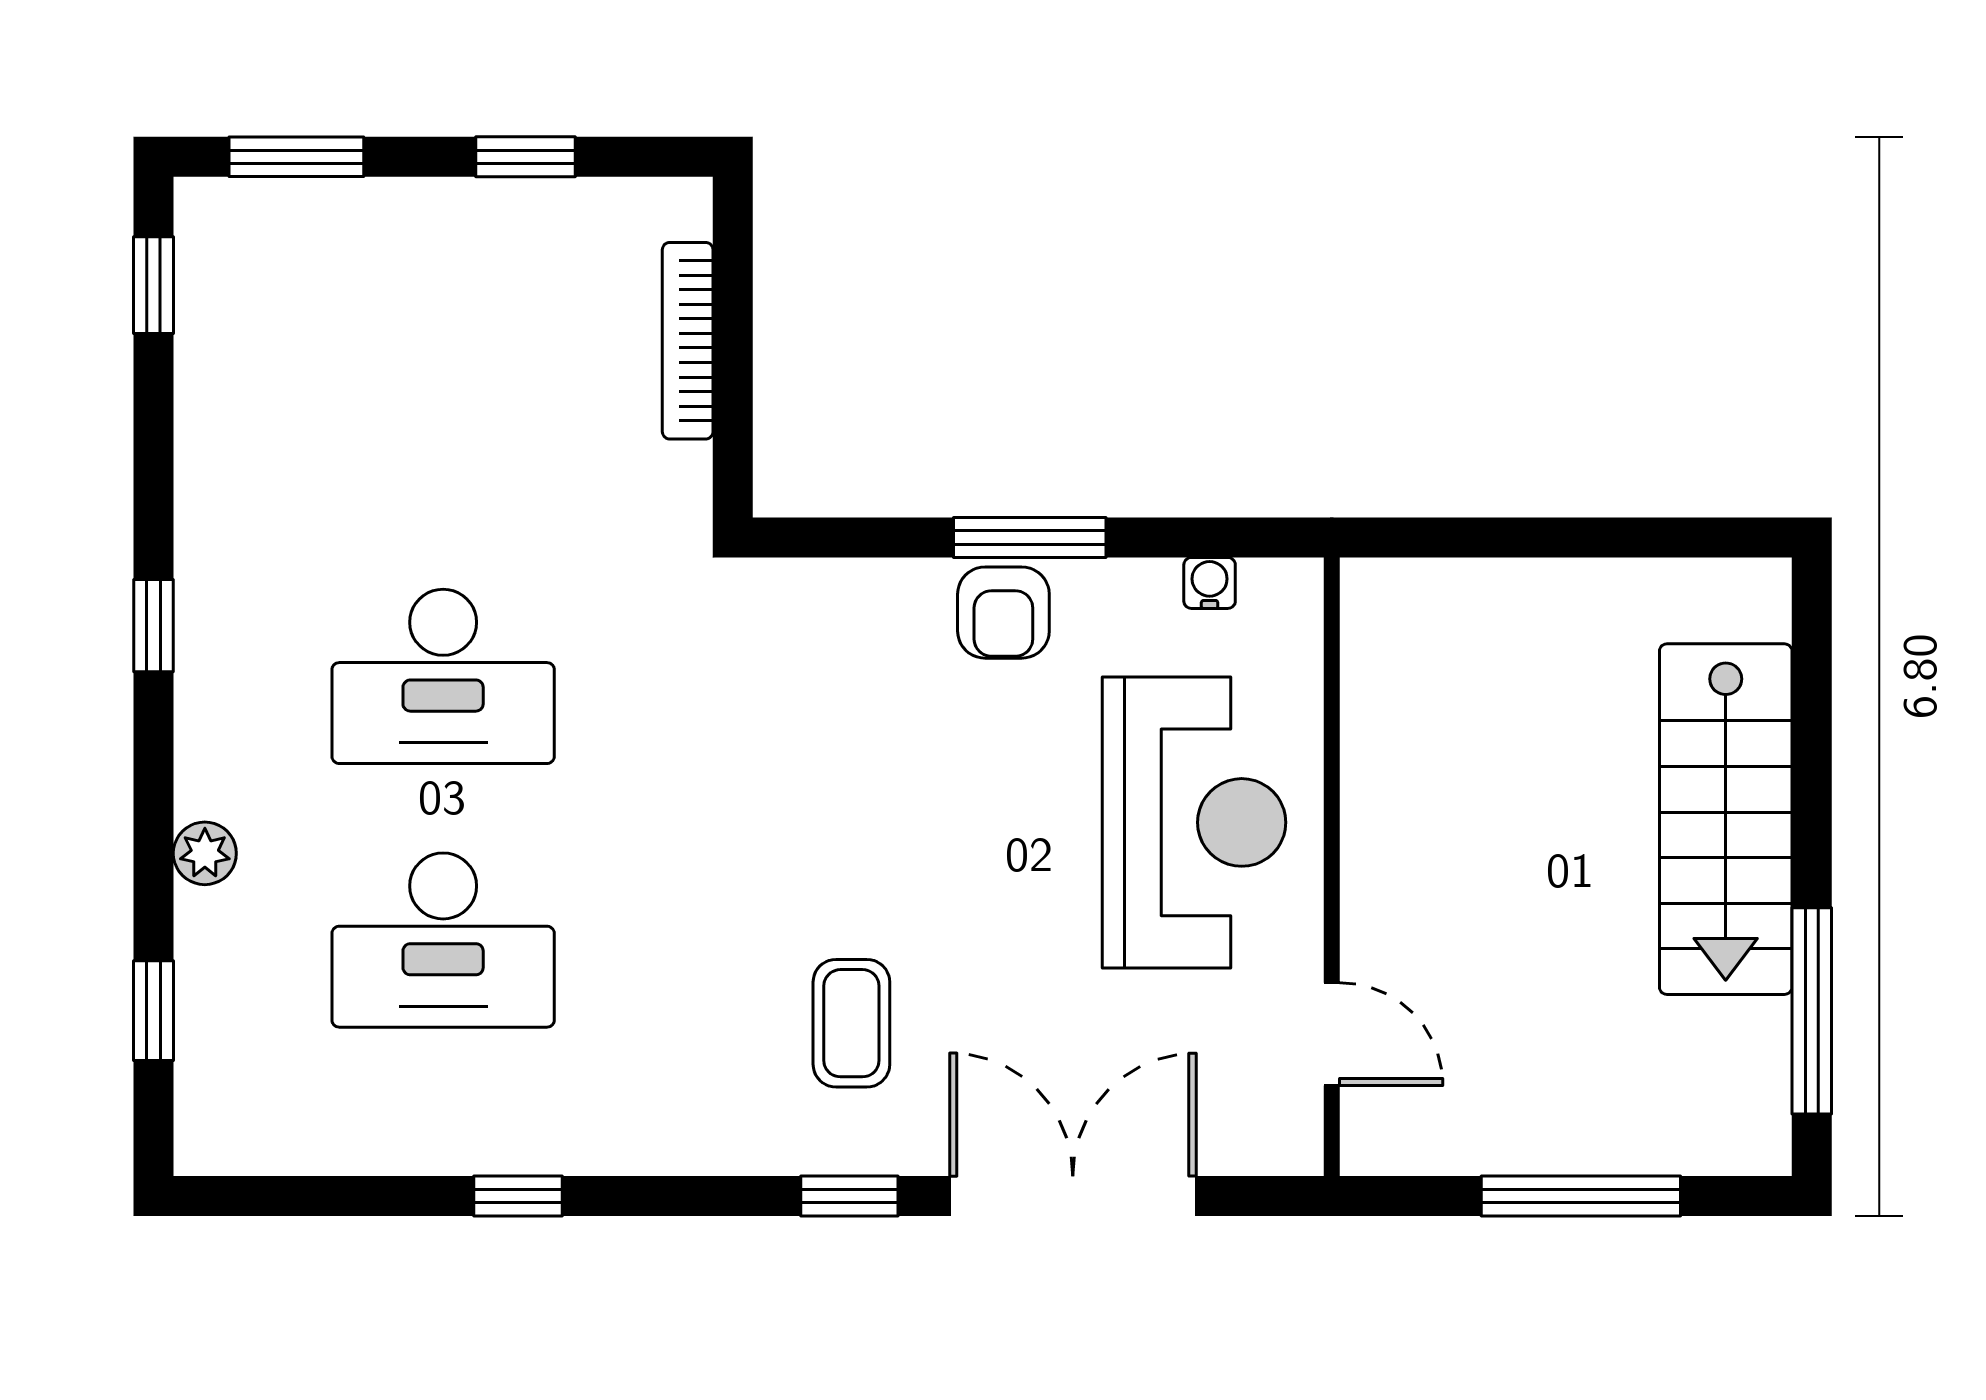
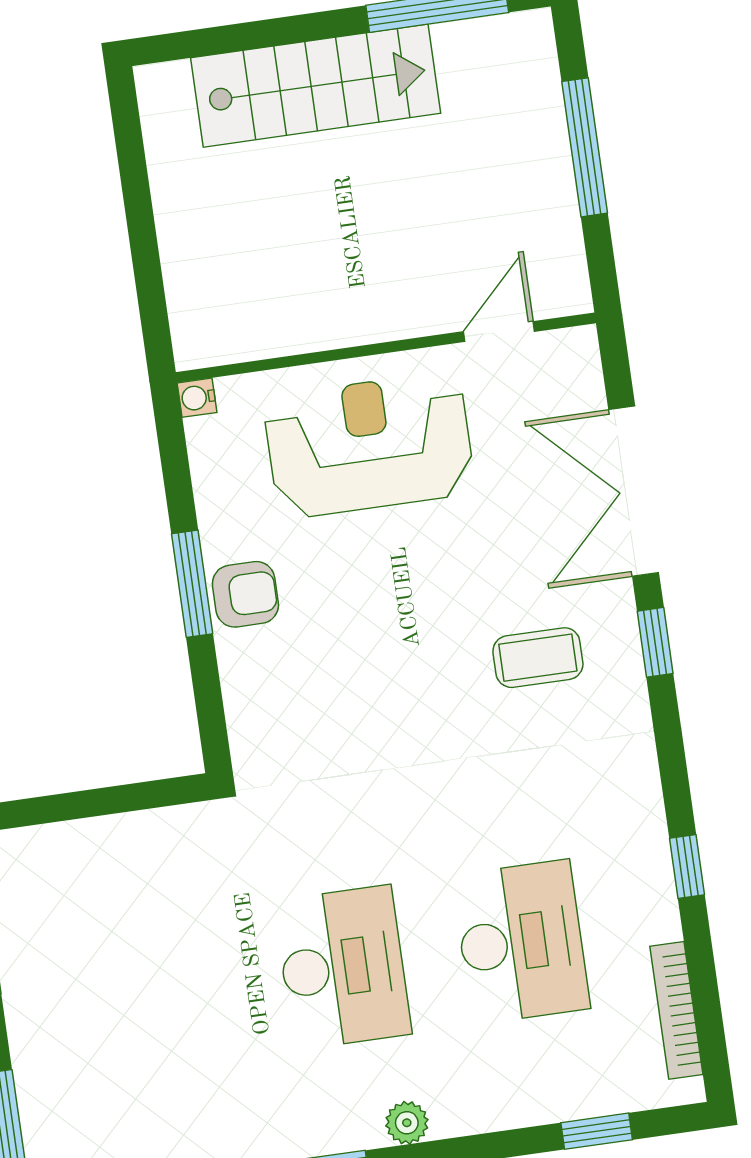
bookcase: (688, 341) -> (676, 1010), moved, turned 90
water cooler: (1210, 583) -> (197, 398), moved
plant: (205, 853) -> (407, 1123), moved

